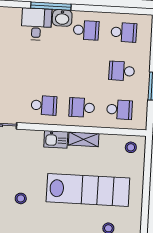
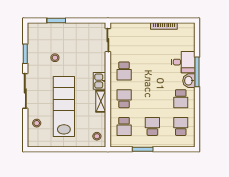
school desk: (124, 32) -> (181, 126), turned 180
lab bench: (88, 190) -> (64, 107), turned 180

